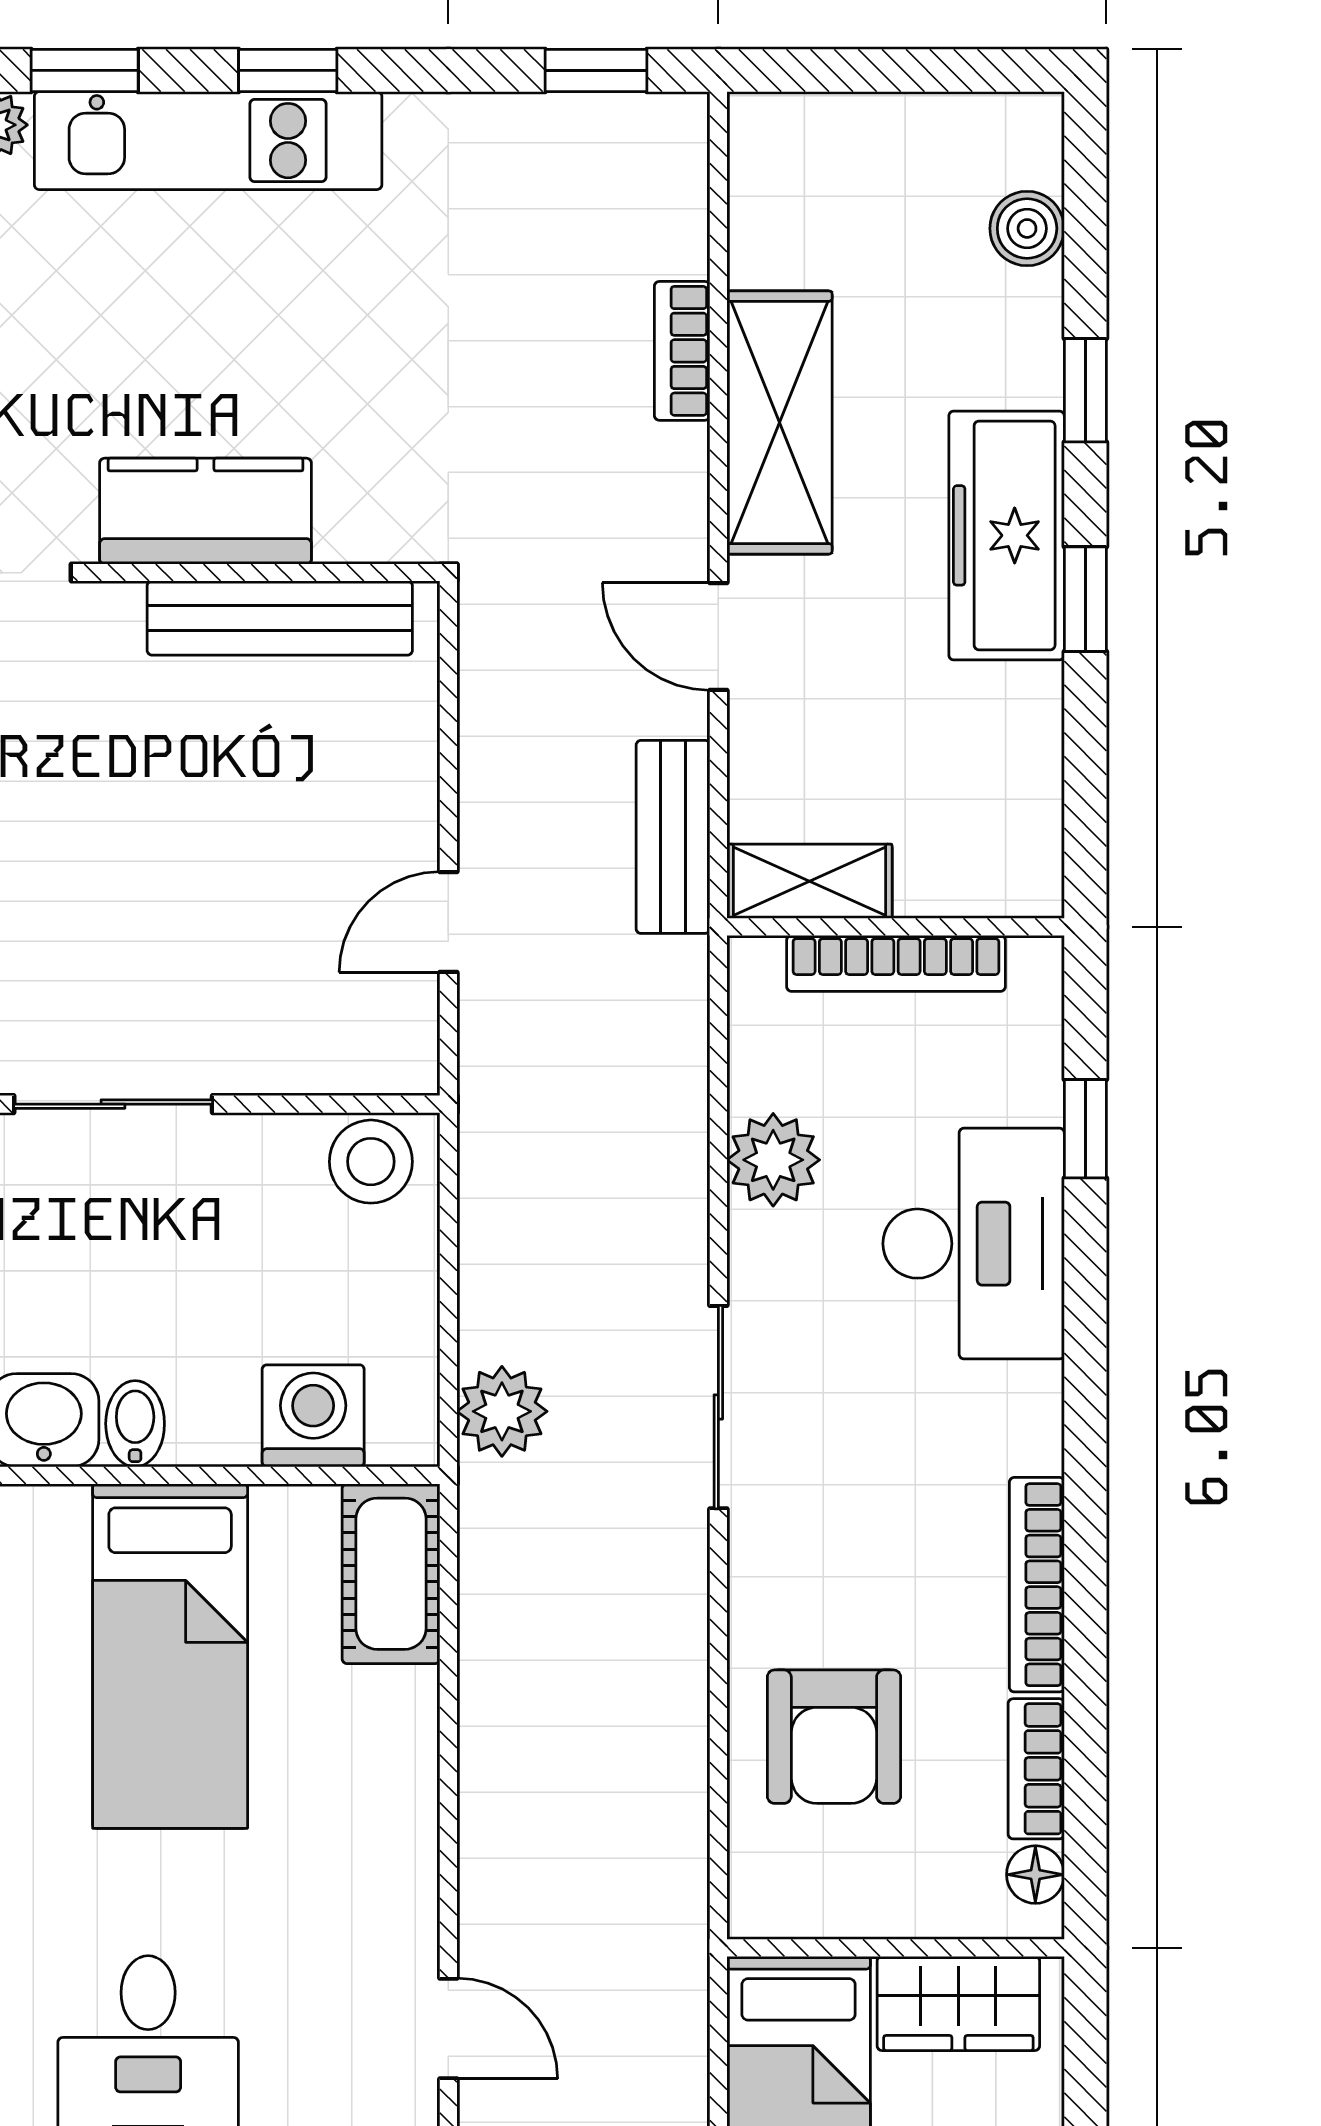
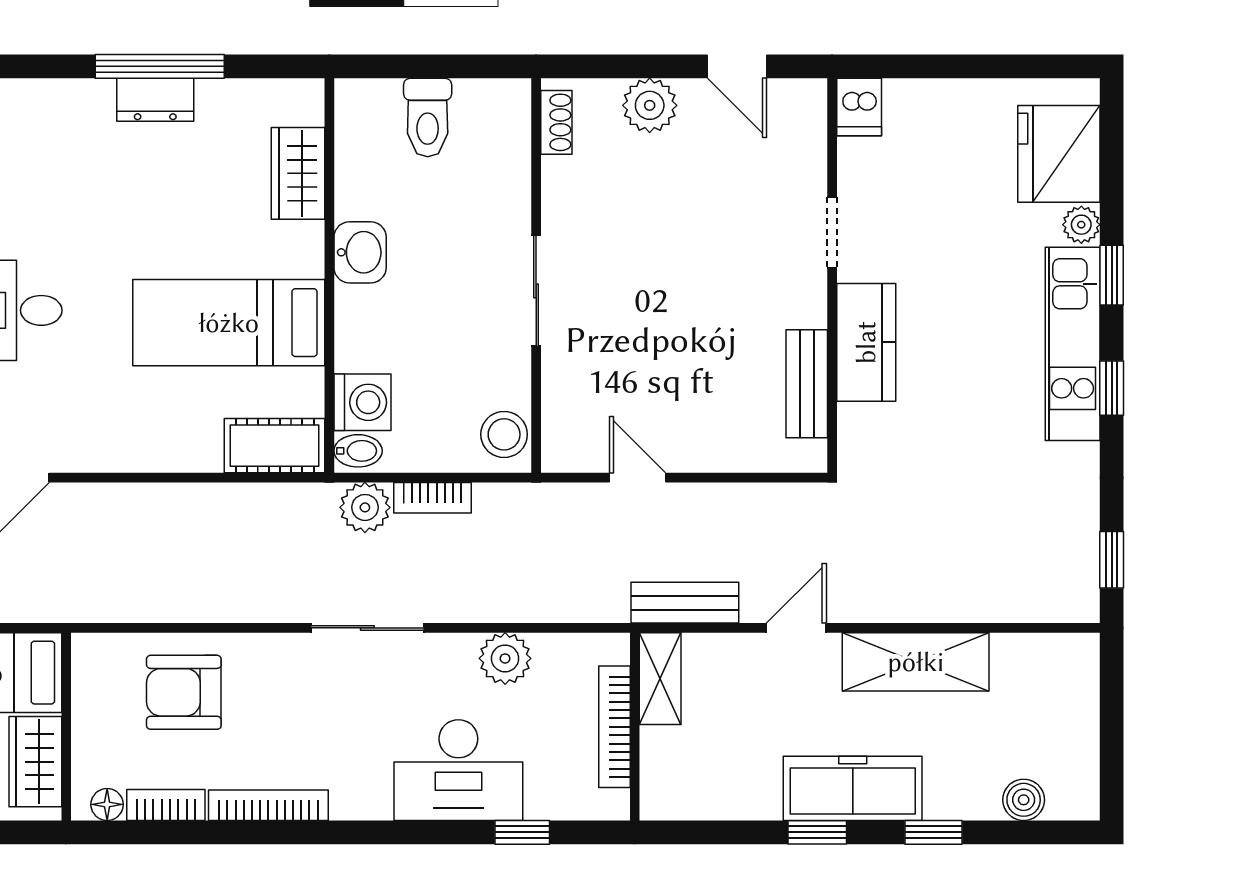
bookcase: (682, 351) -> (433, 498), moved, turned 180
bench: (280, 618) -> (807, 384), width x0.73
bidet: (135, 1424) -> (358, 451), moved

